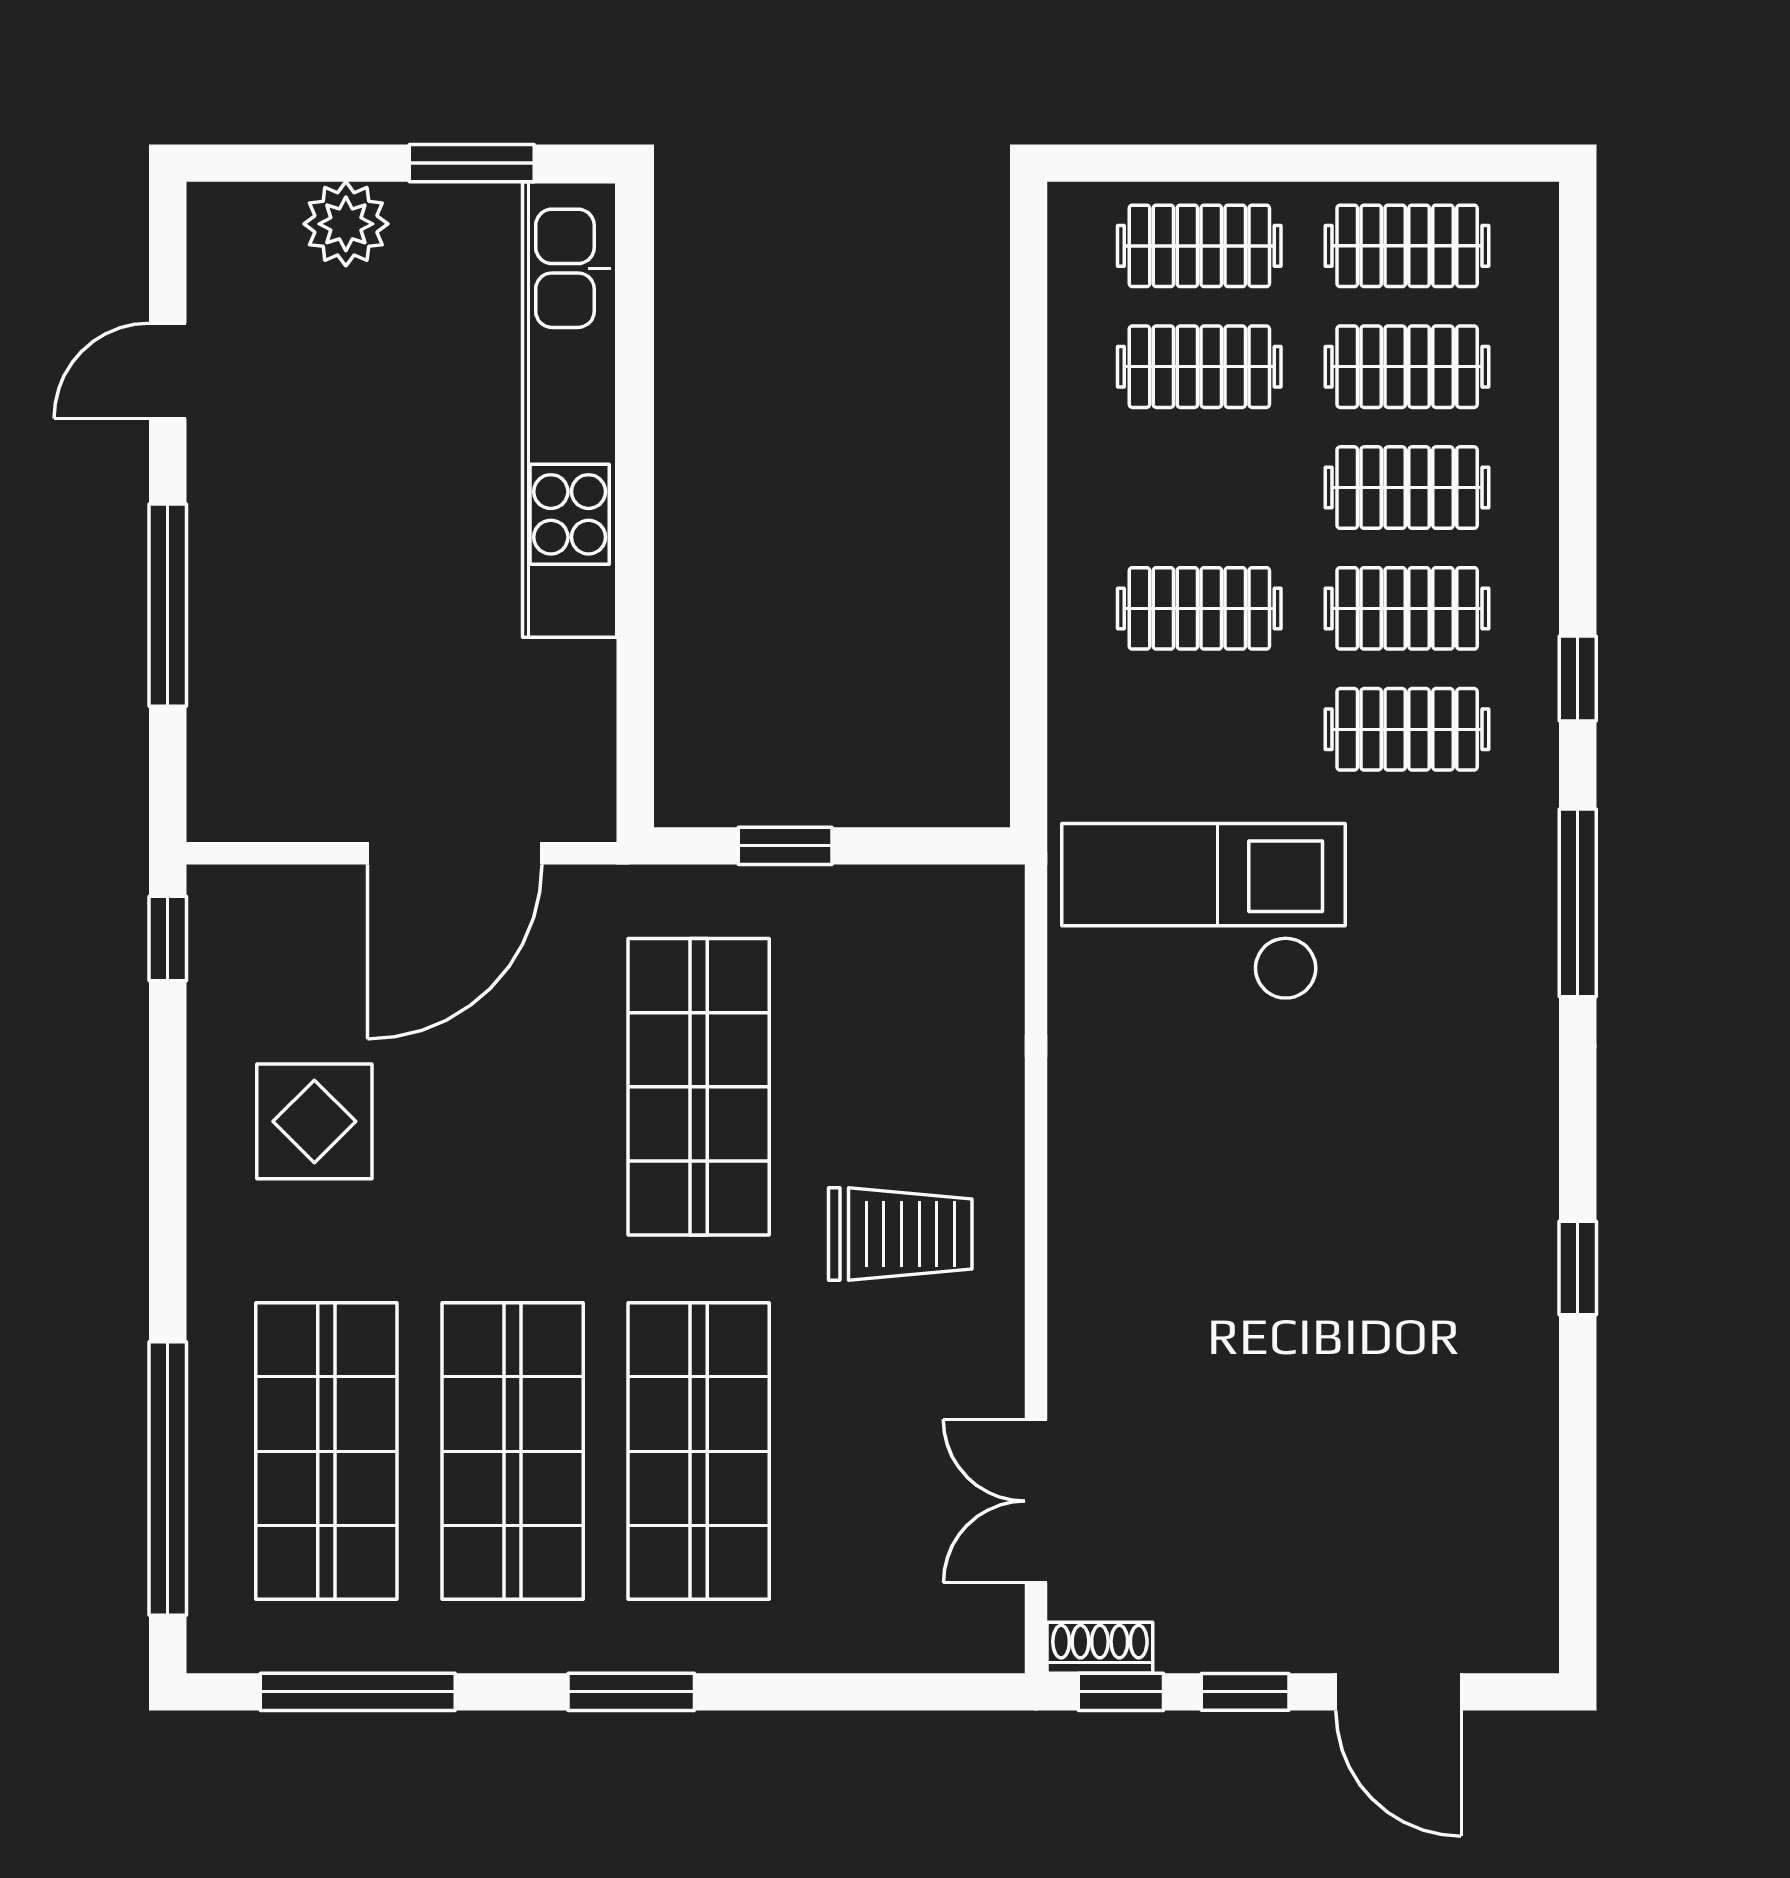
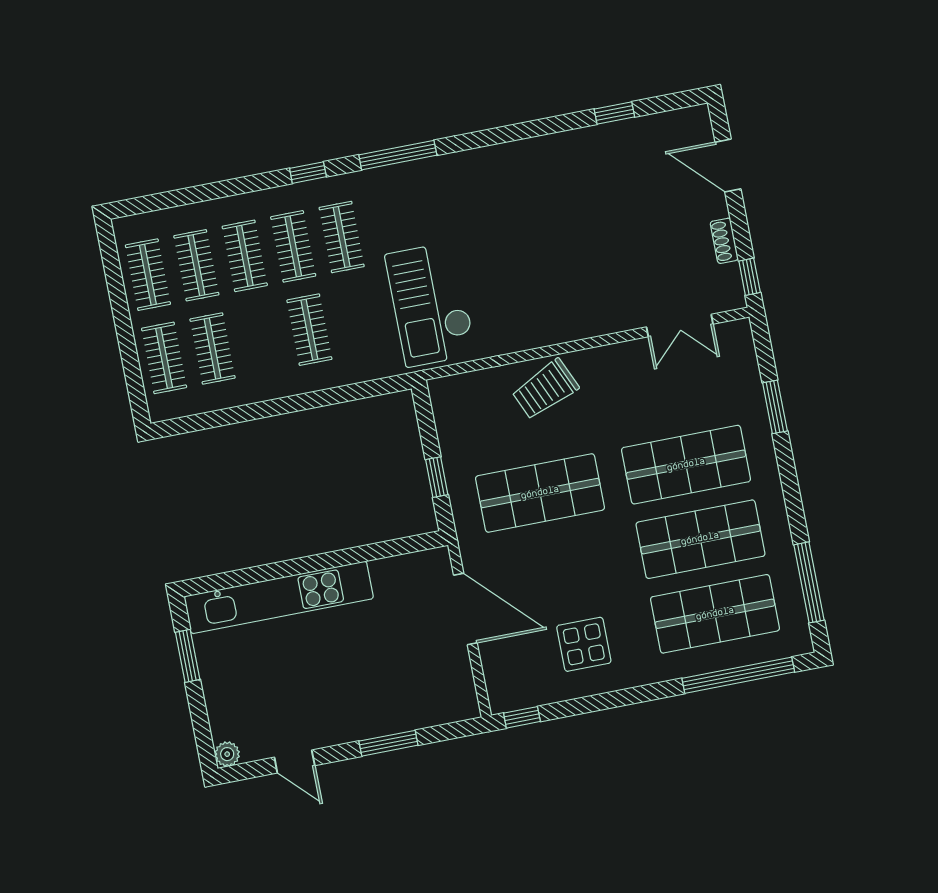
plant: (346, 224) -> (227, 754), moved, width x0.73, depth x0.73
window: (168, 605) -> (388, 743), width x0.69
trolley: (900, 1234) -> (545, 389), moved, turned -114
window: (1578, 1268) -> (614, 113), moved
shoe rack: (1100, 1648) -> (724, 241), moved
window: (631, 1692) -> (775, 407), moved
window: (1245, 1692) -> (740, 227), removed
door: (1398, 1692) -> (728, 165), swing flipped

